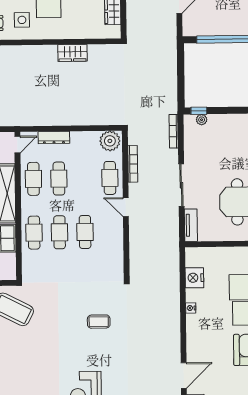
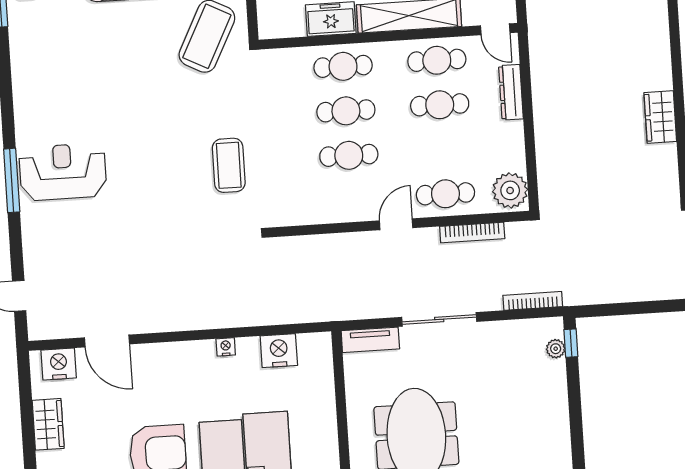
coffee table: (99, 322) -> (229, 165), moved, width x1.36, depth x1.30

